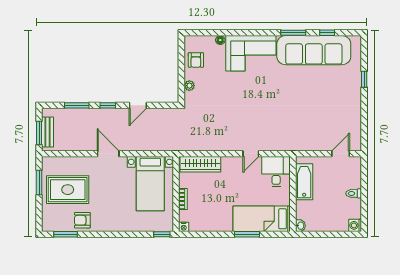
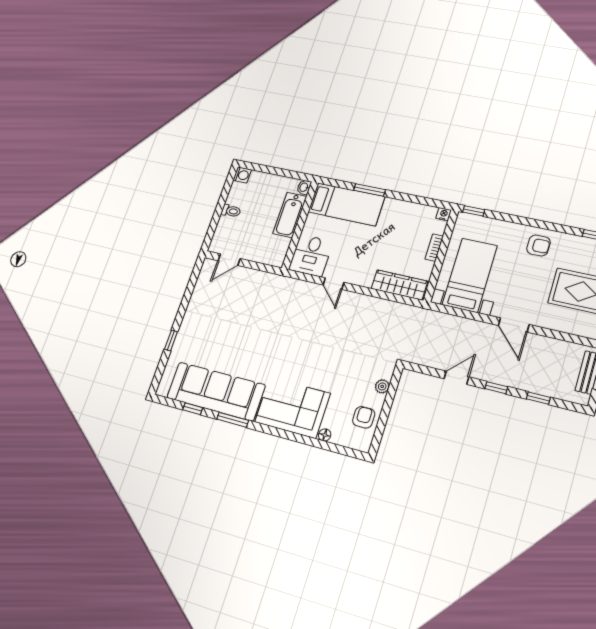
window: (77, 105) -> (538, 398), width x0.67
door: (251, 154) -> (334, 284), swing flipped
bathtub: (304, 182) -> (290, 215), moved
armchair: (82, 220) -> (539, 246), moved

